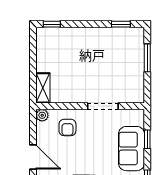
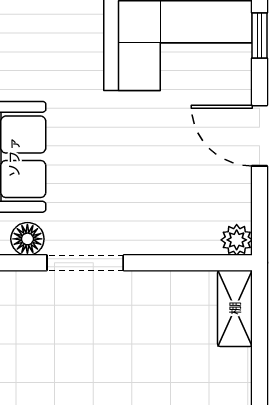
floor lamp: (126, 116) -> (27, 239), added
armchair: (67, 127) -> (174, 209), removed

